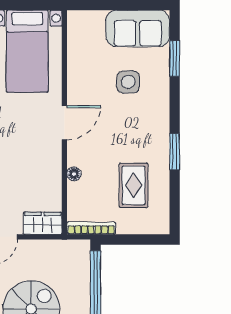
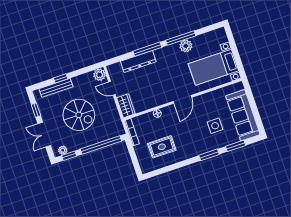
sofa: (138, 28) -> (243, 115), width x1.36
door: (64, 123) -> (182, 99), hinge flipped
window: (175, 152) -> (209, 155), moved

